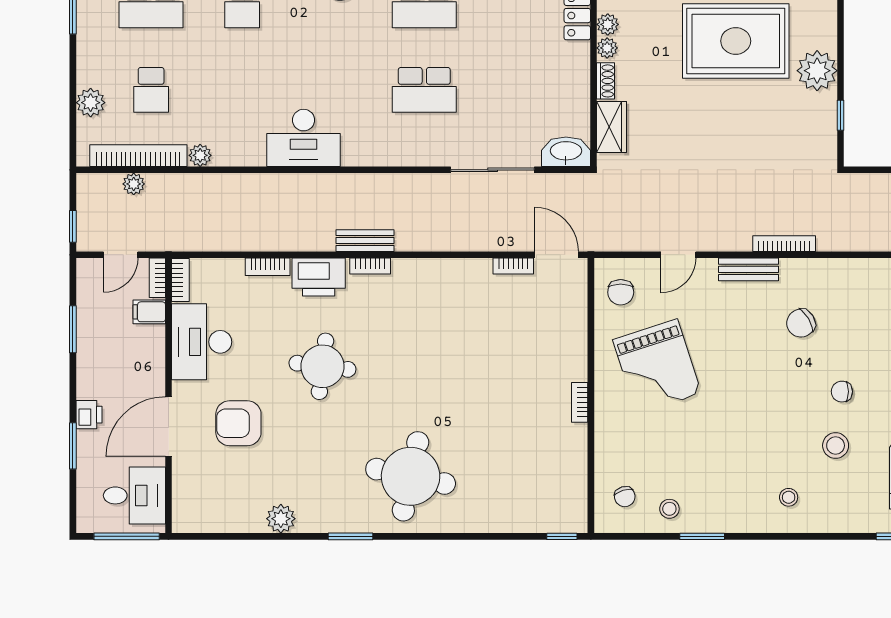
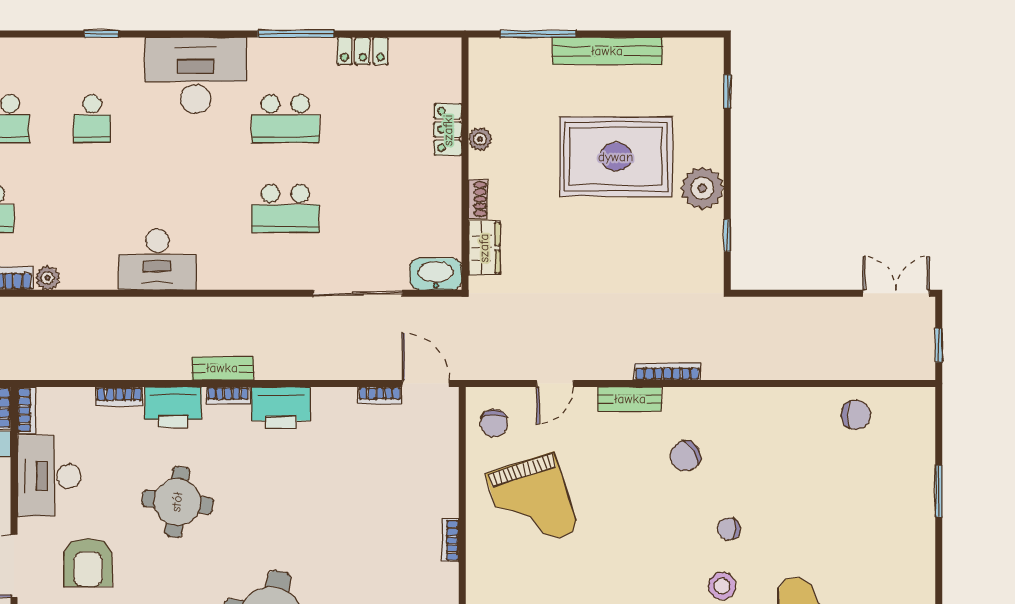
plant: (607, 48) -> (479, 164), removed
printer: (420, 278) -> (281, 408), added
armchair: (238, 423) -> (88, 562), turned -90

